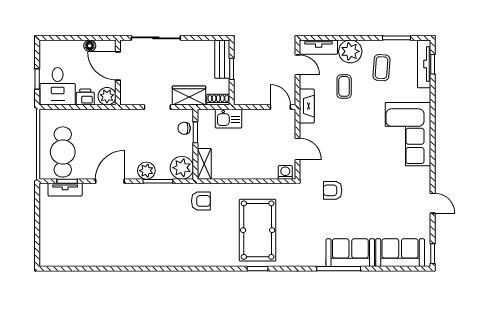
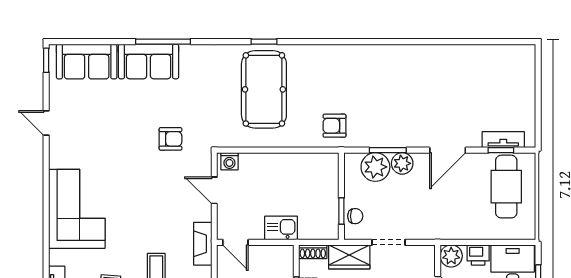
kitchen sink: (229, 119) -> (281, 228), moved
shelving: (204, 164) -> (330, 172), removed
plant: (182, 168) -> (375, 167), moved

